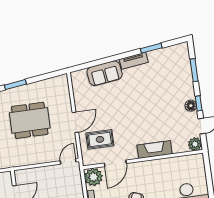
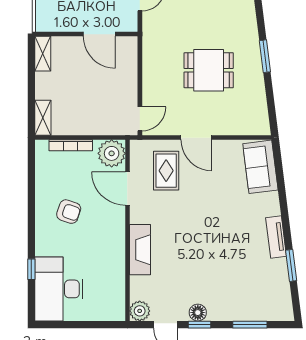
sofa: (105, 73) -> (260, 167), moved
dining table: (30, 120) -> (209, 70), width x0.73
door: (68, 161) -> (140, 119), hinge flipped

